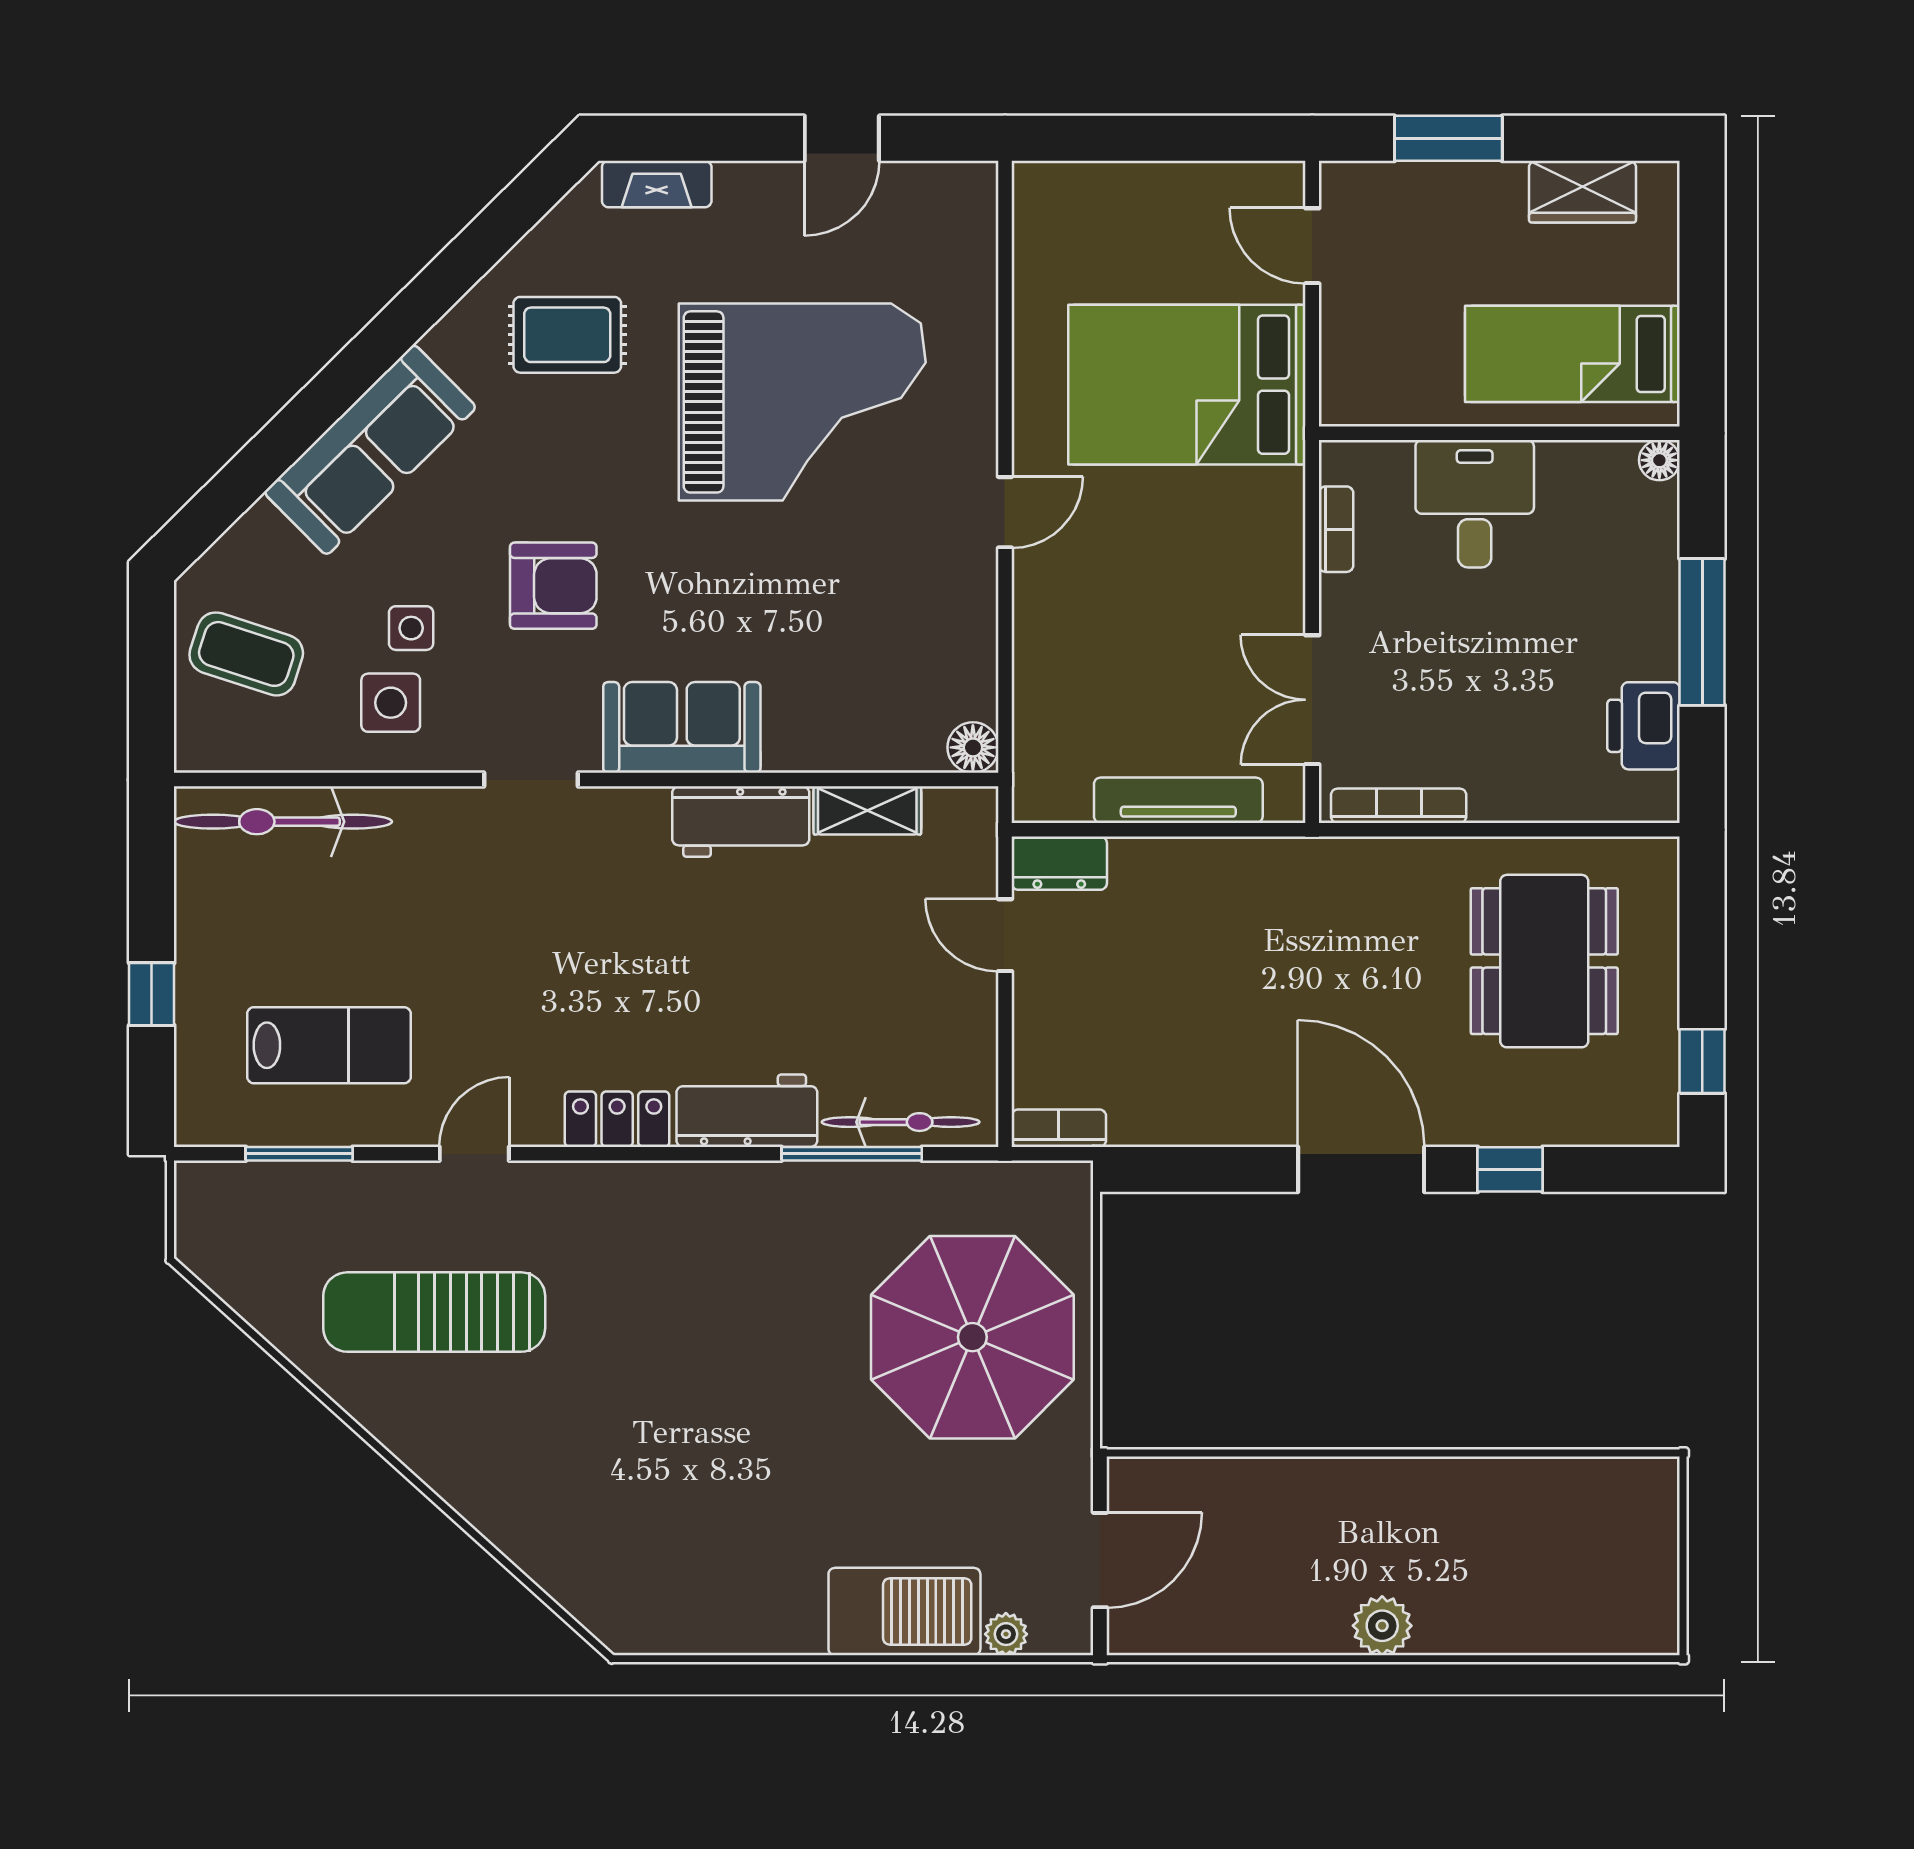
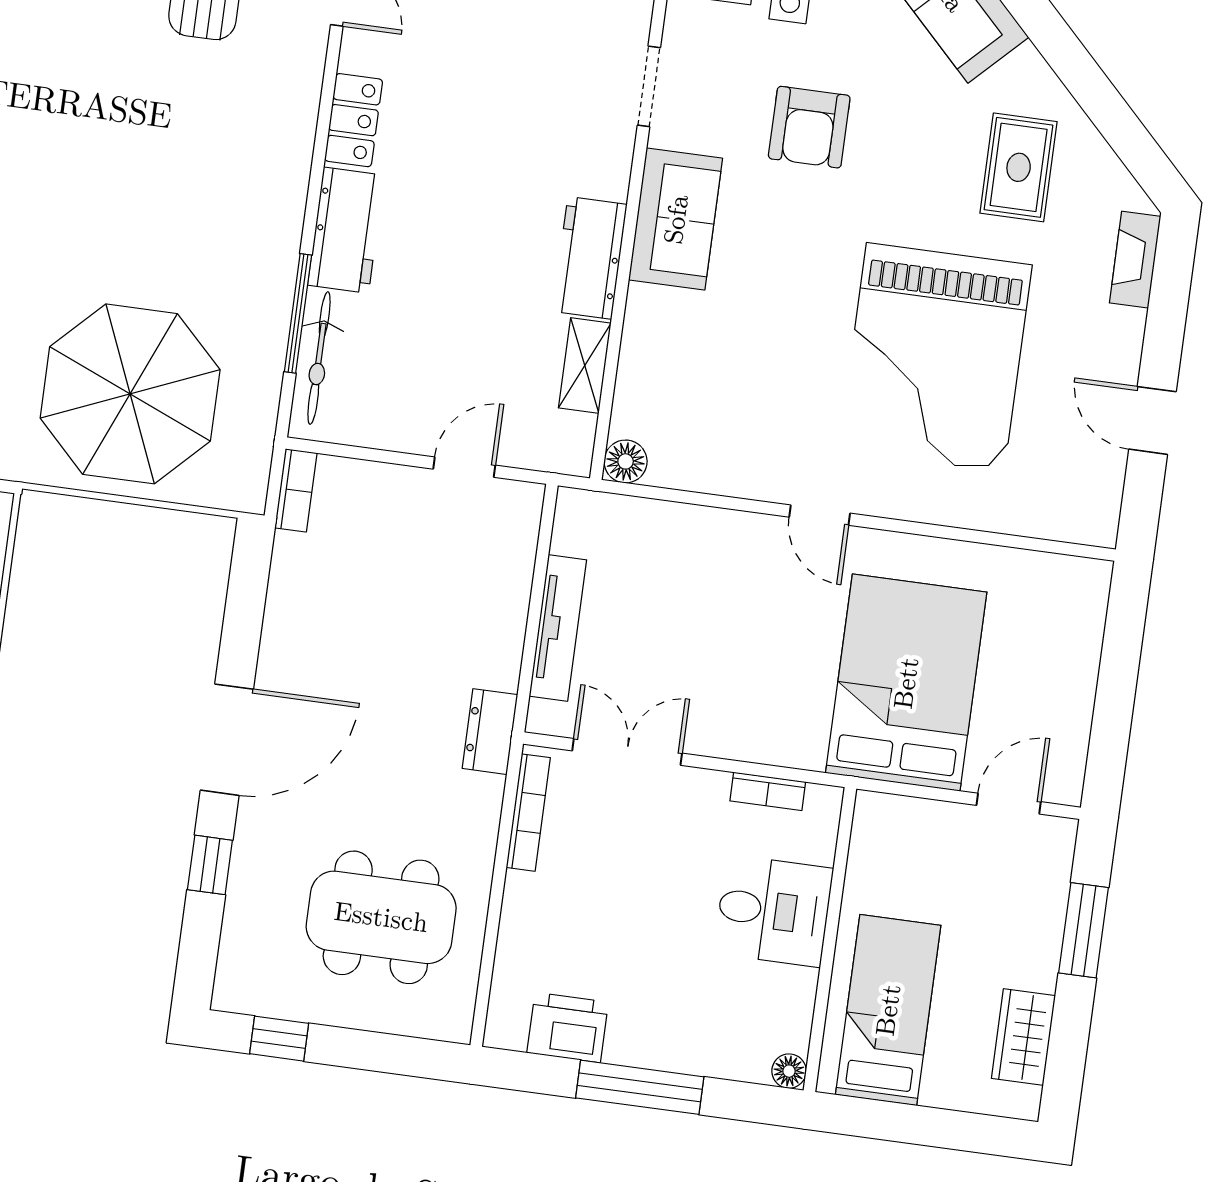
dresser: (1059, 863) -> (490, 732), moved

